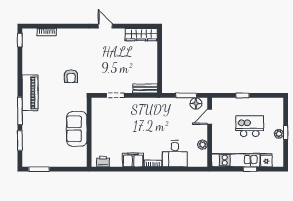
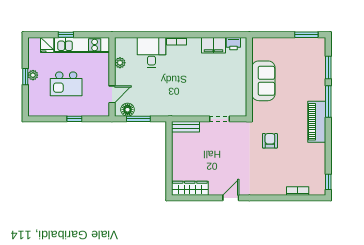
door: (105, 26) -> (231, 198), swing flipped
filing cabinet: (133, 160) -> (214, 45), moved

